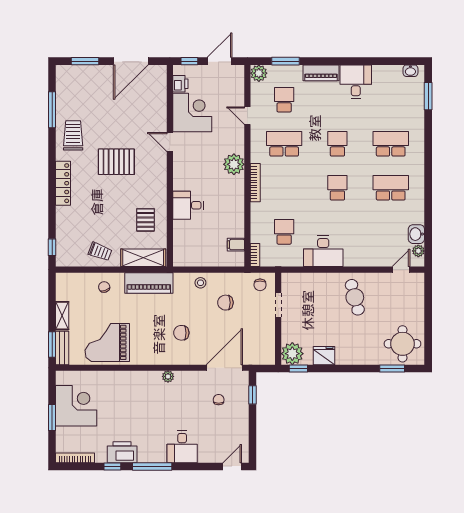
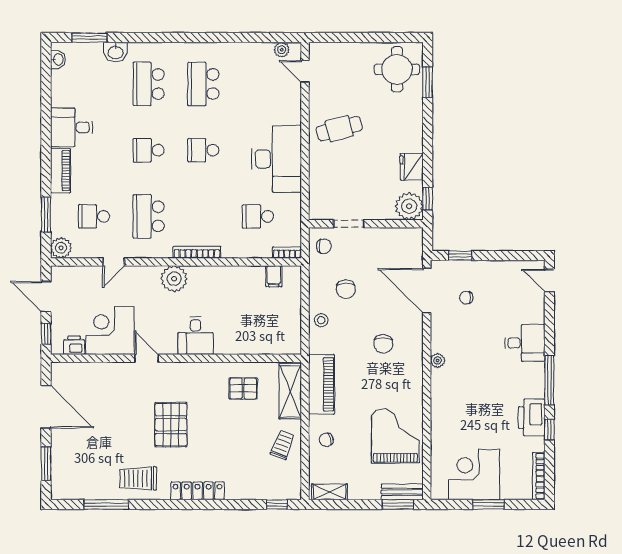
door: (170, 142) -> (147, 358), swing flipped
desk: (188, 205) -> (196, 336), moved
washbasin: (416, 234) -> (116, 52), moved
desk: (323, 251) -> (276, 159), width x1.36, depth x1.30
shelving: (62, 316) -> (330, 492), moved
grand piano: (107, 342) -> (395, 436), turned 180

